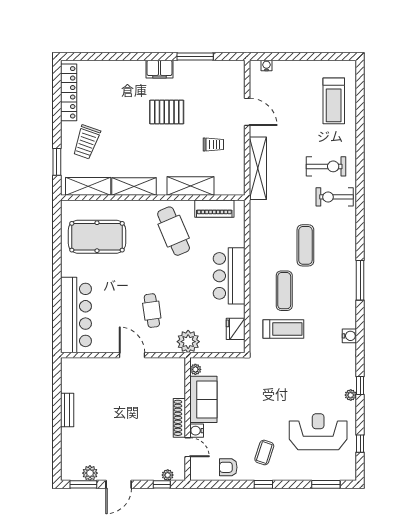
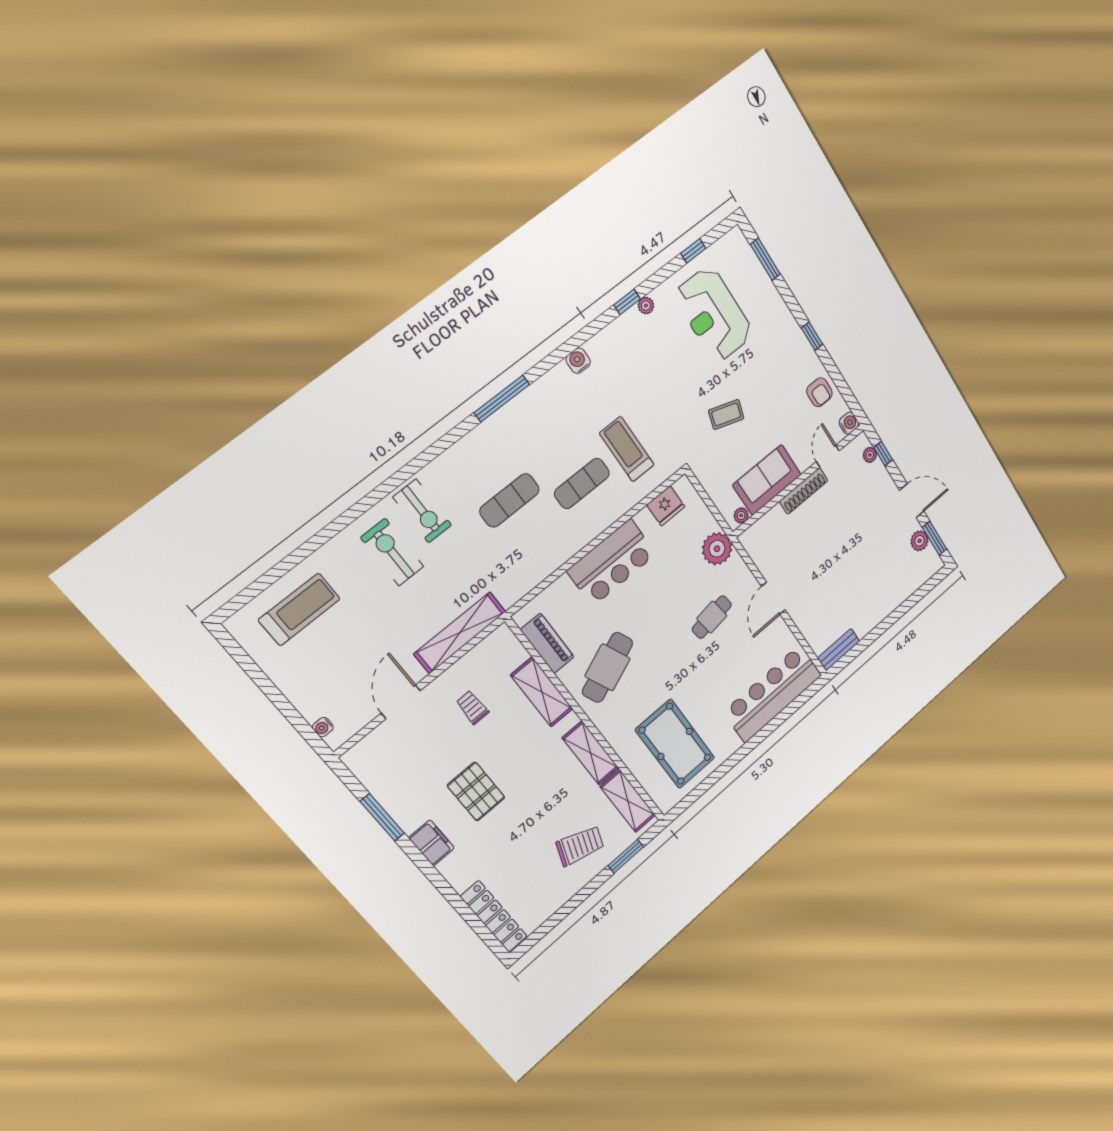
locker: (69, 92) -> (494, 916), moved, turned 90
bench: (67, 410) -> (839, 650), moved
water cooler: (197, 431) -> (849, 423), moved, turned -90
coffee table: (264, 453) -> (726, 414), moved

